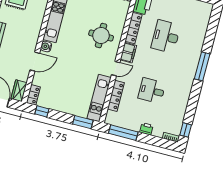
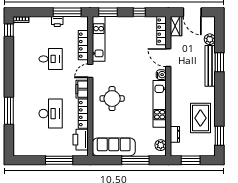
door: (35, 62) -> (168, 58), hinge flipped
window: (202, 66) -> (9, 111), moved
locker: (33, 95) -> (162, 31), width x1.53
window: (42, 111) -> (139, 12), moved
printer: (146, 129) -> (57, 22), moved

